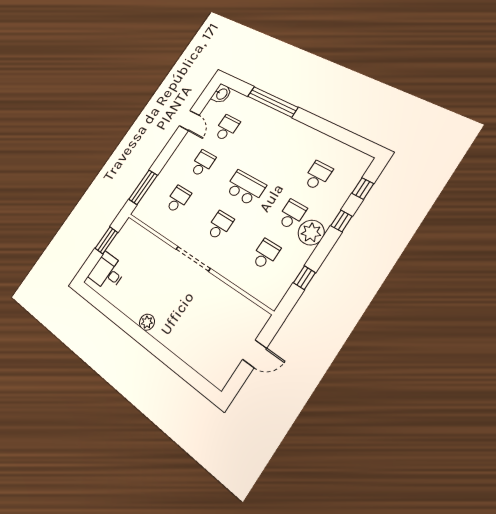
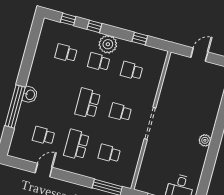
washbasin: (222, 94) -> (30, 95), moved, turned 90
school desk: (202, 163) -> (76, 145), width x1.85
door: (255, 354) -> (199, 55), hinge flipped

